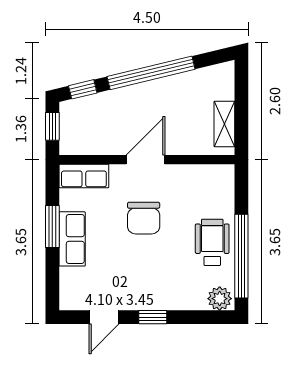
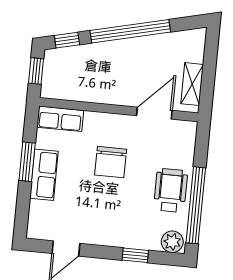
door: (145, 160) -> (154, 113), moved
window: (153, 317) -> (135, 255), moved

